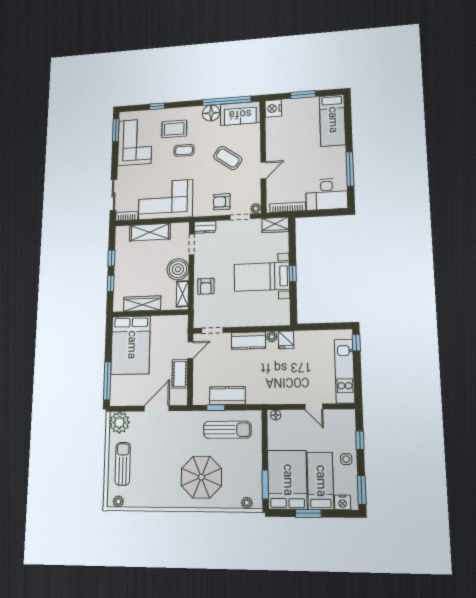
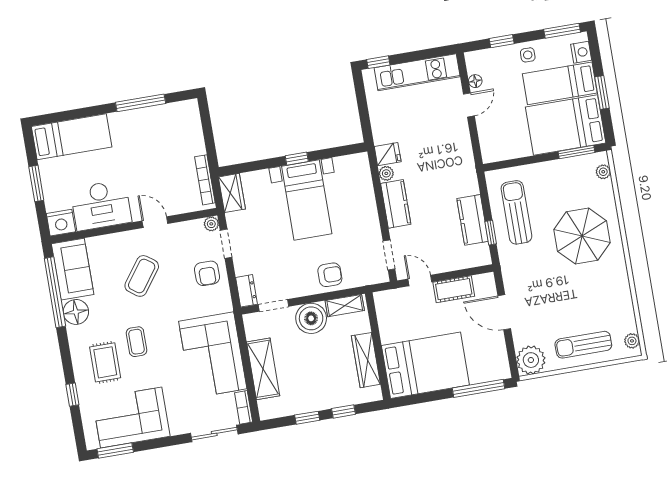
desk: (327, 194) -> (101, 205), moved, turned 90
floor lamp: (276, 415) -> (475, 81), moved

